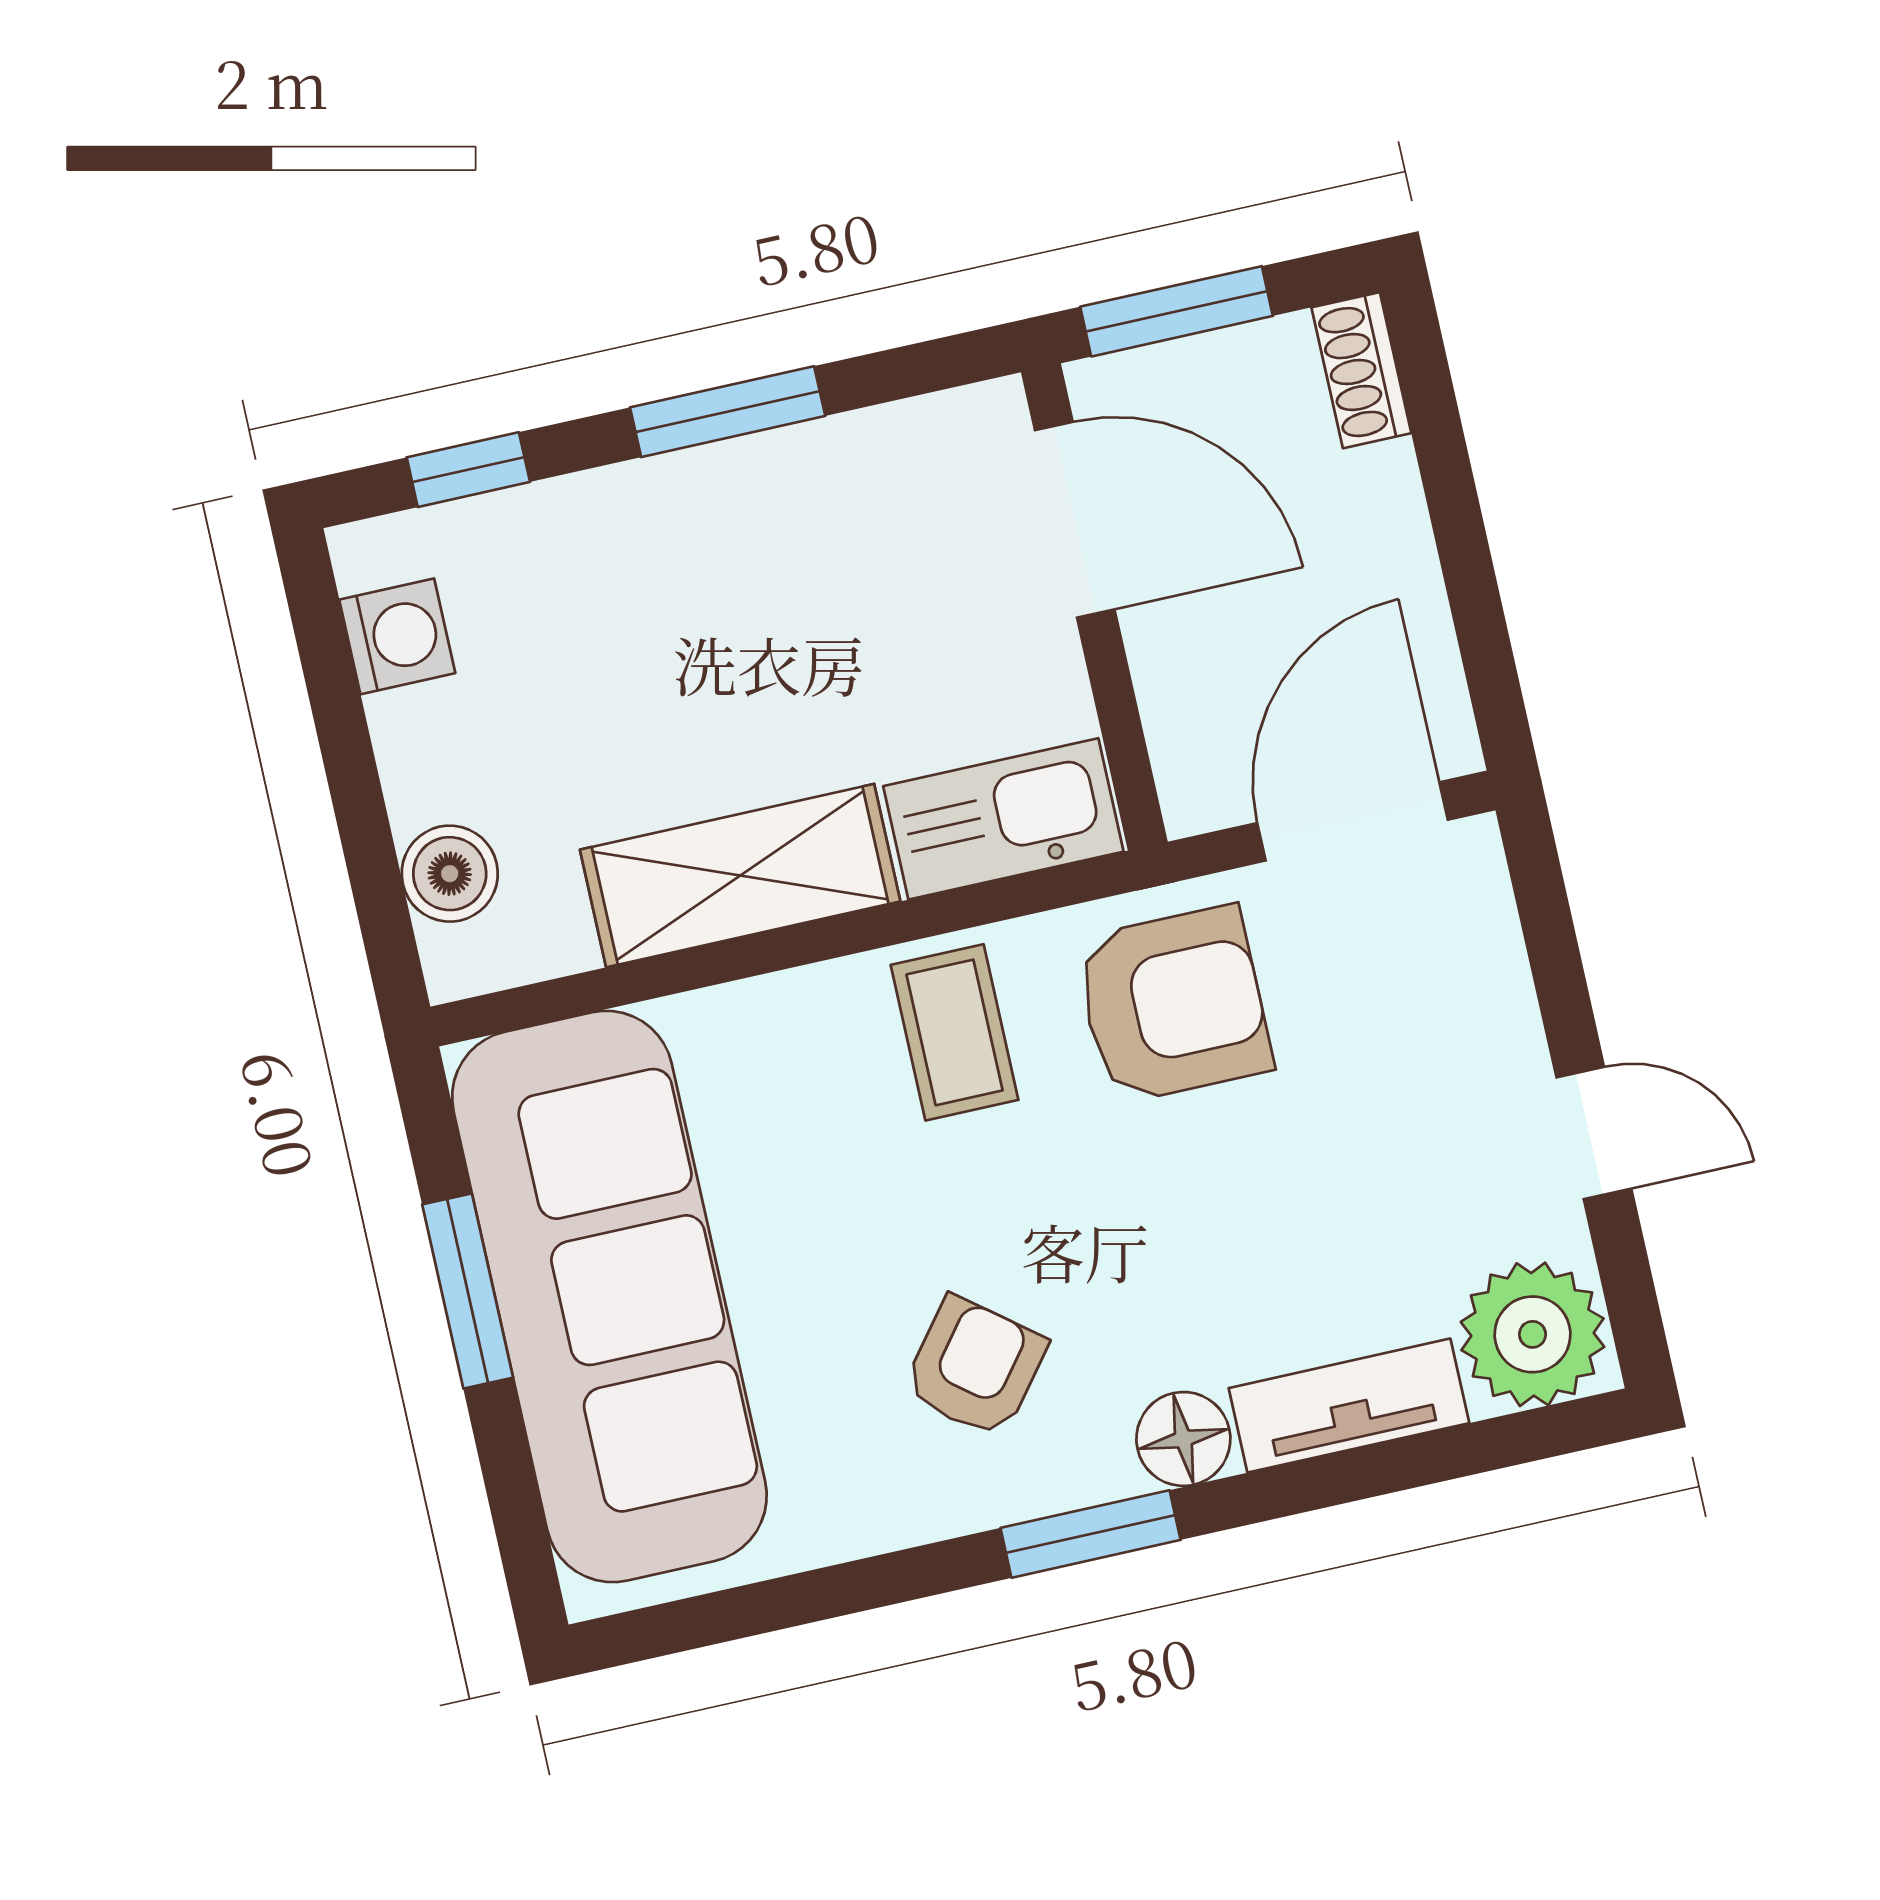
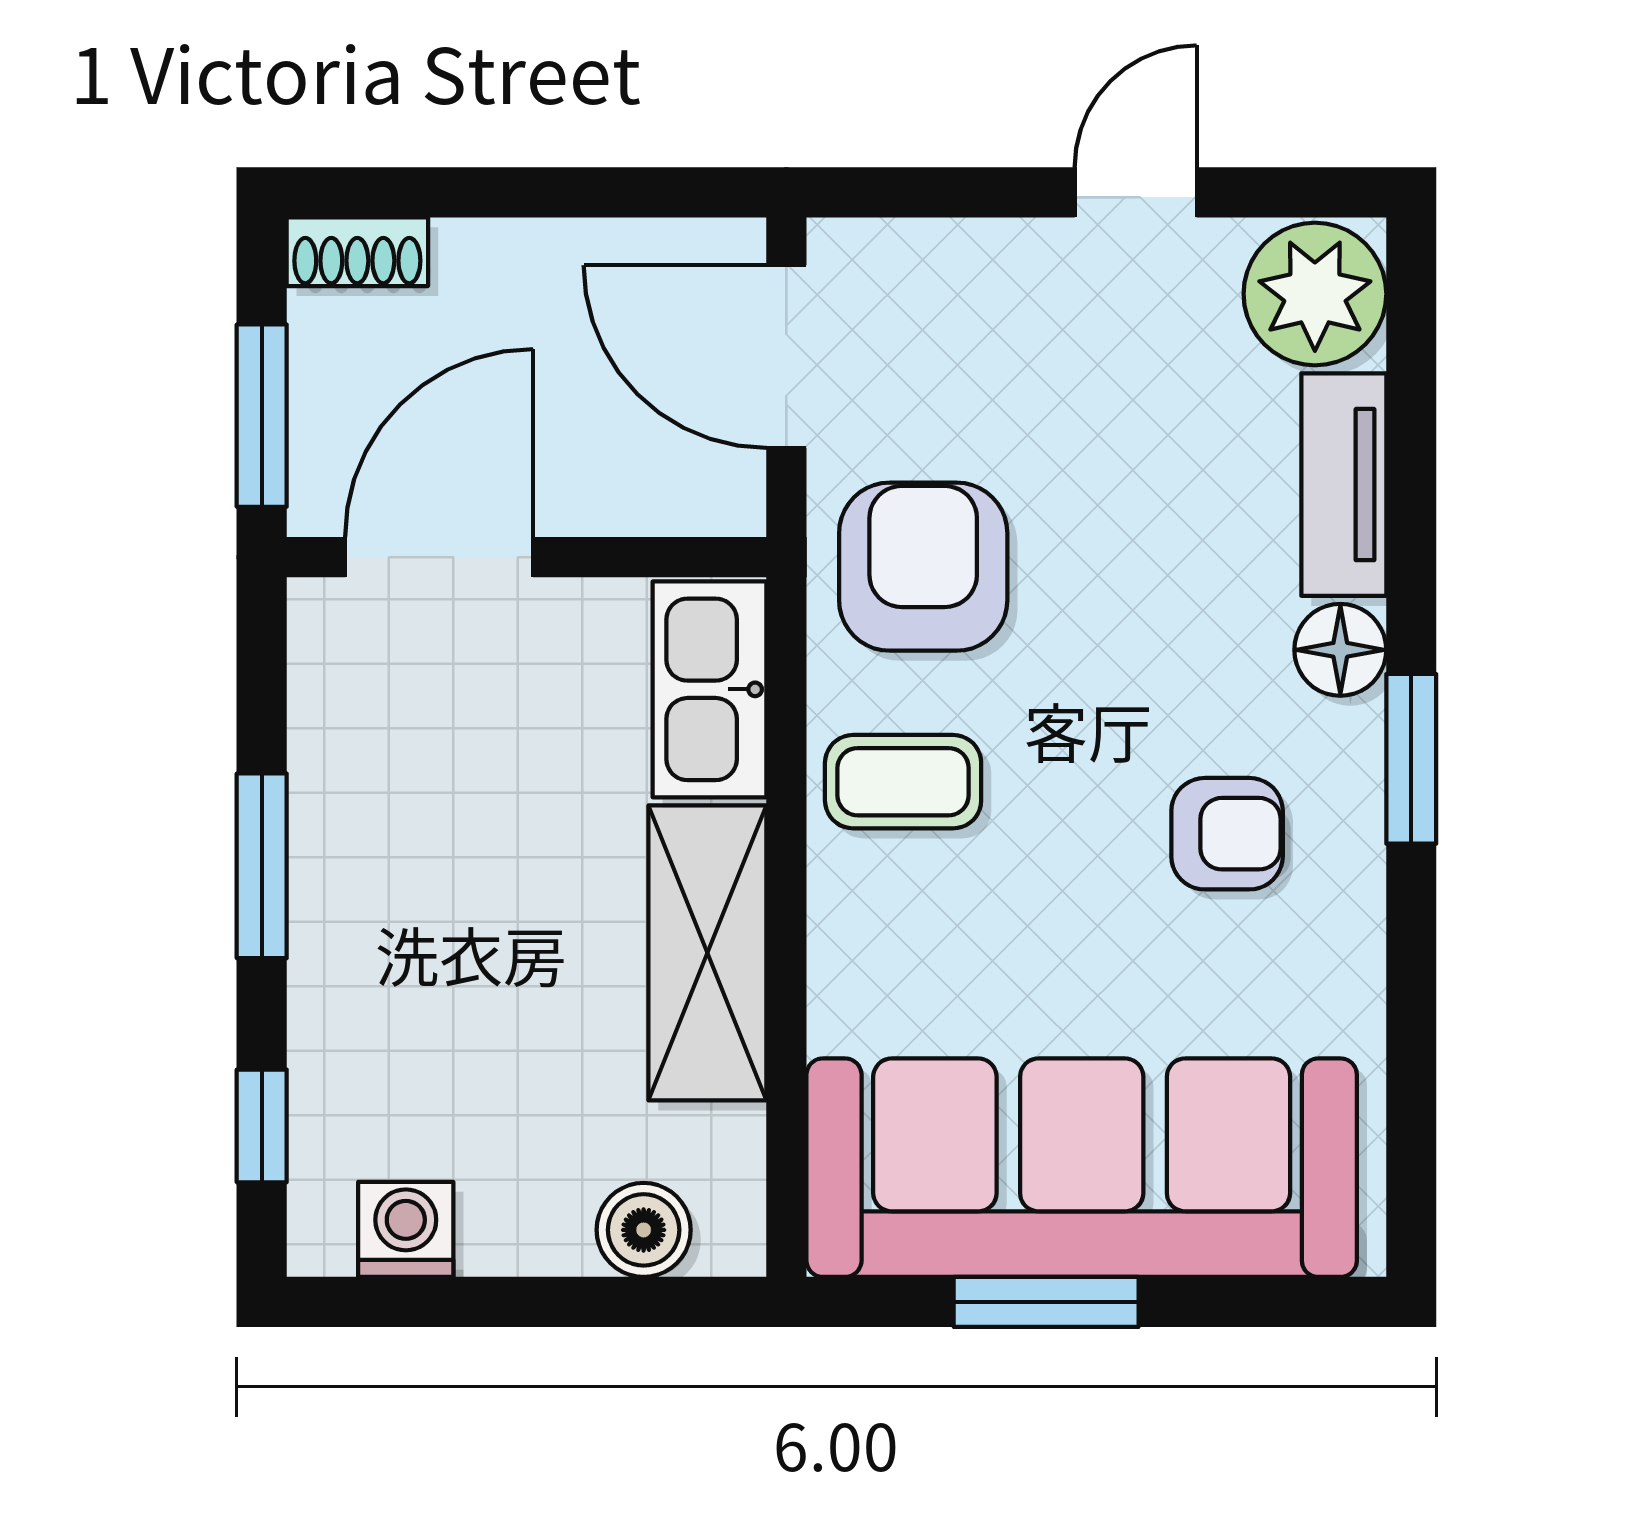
armchair: (975, 1367) -> (1227, 834), turned 142

